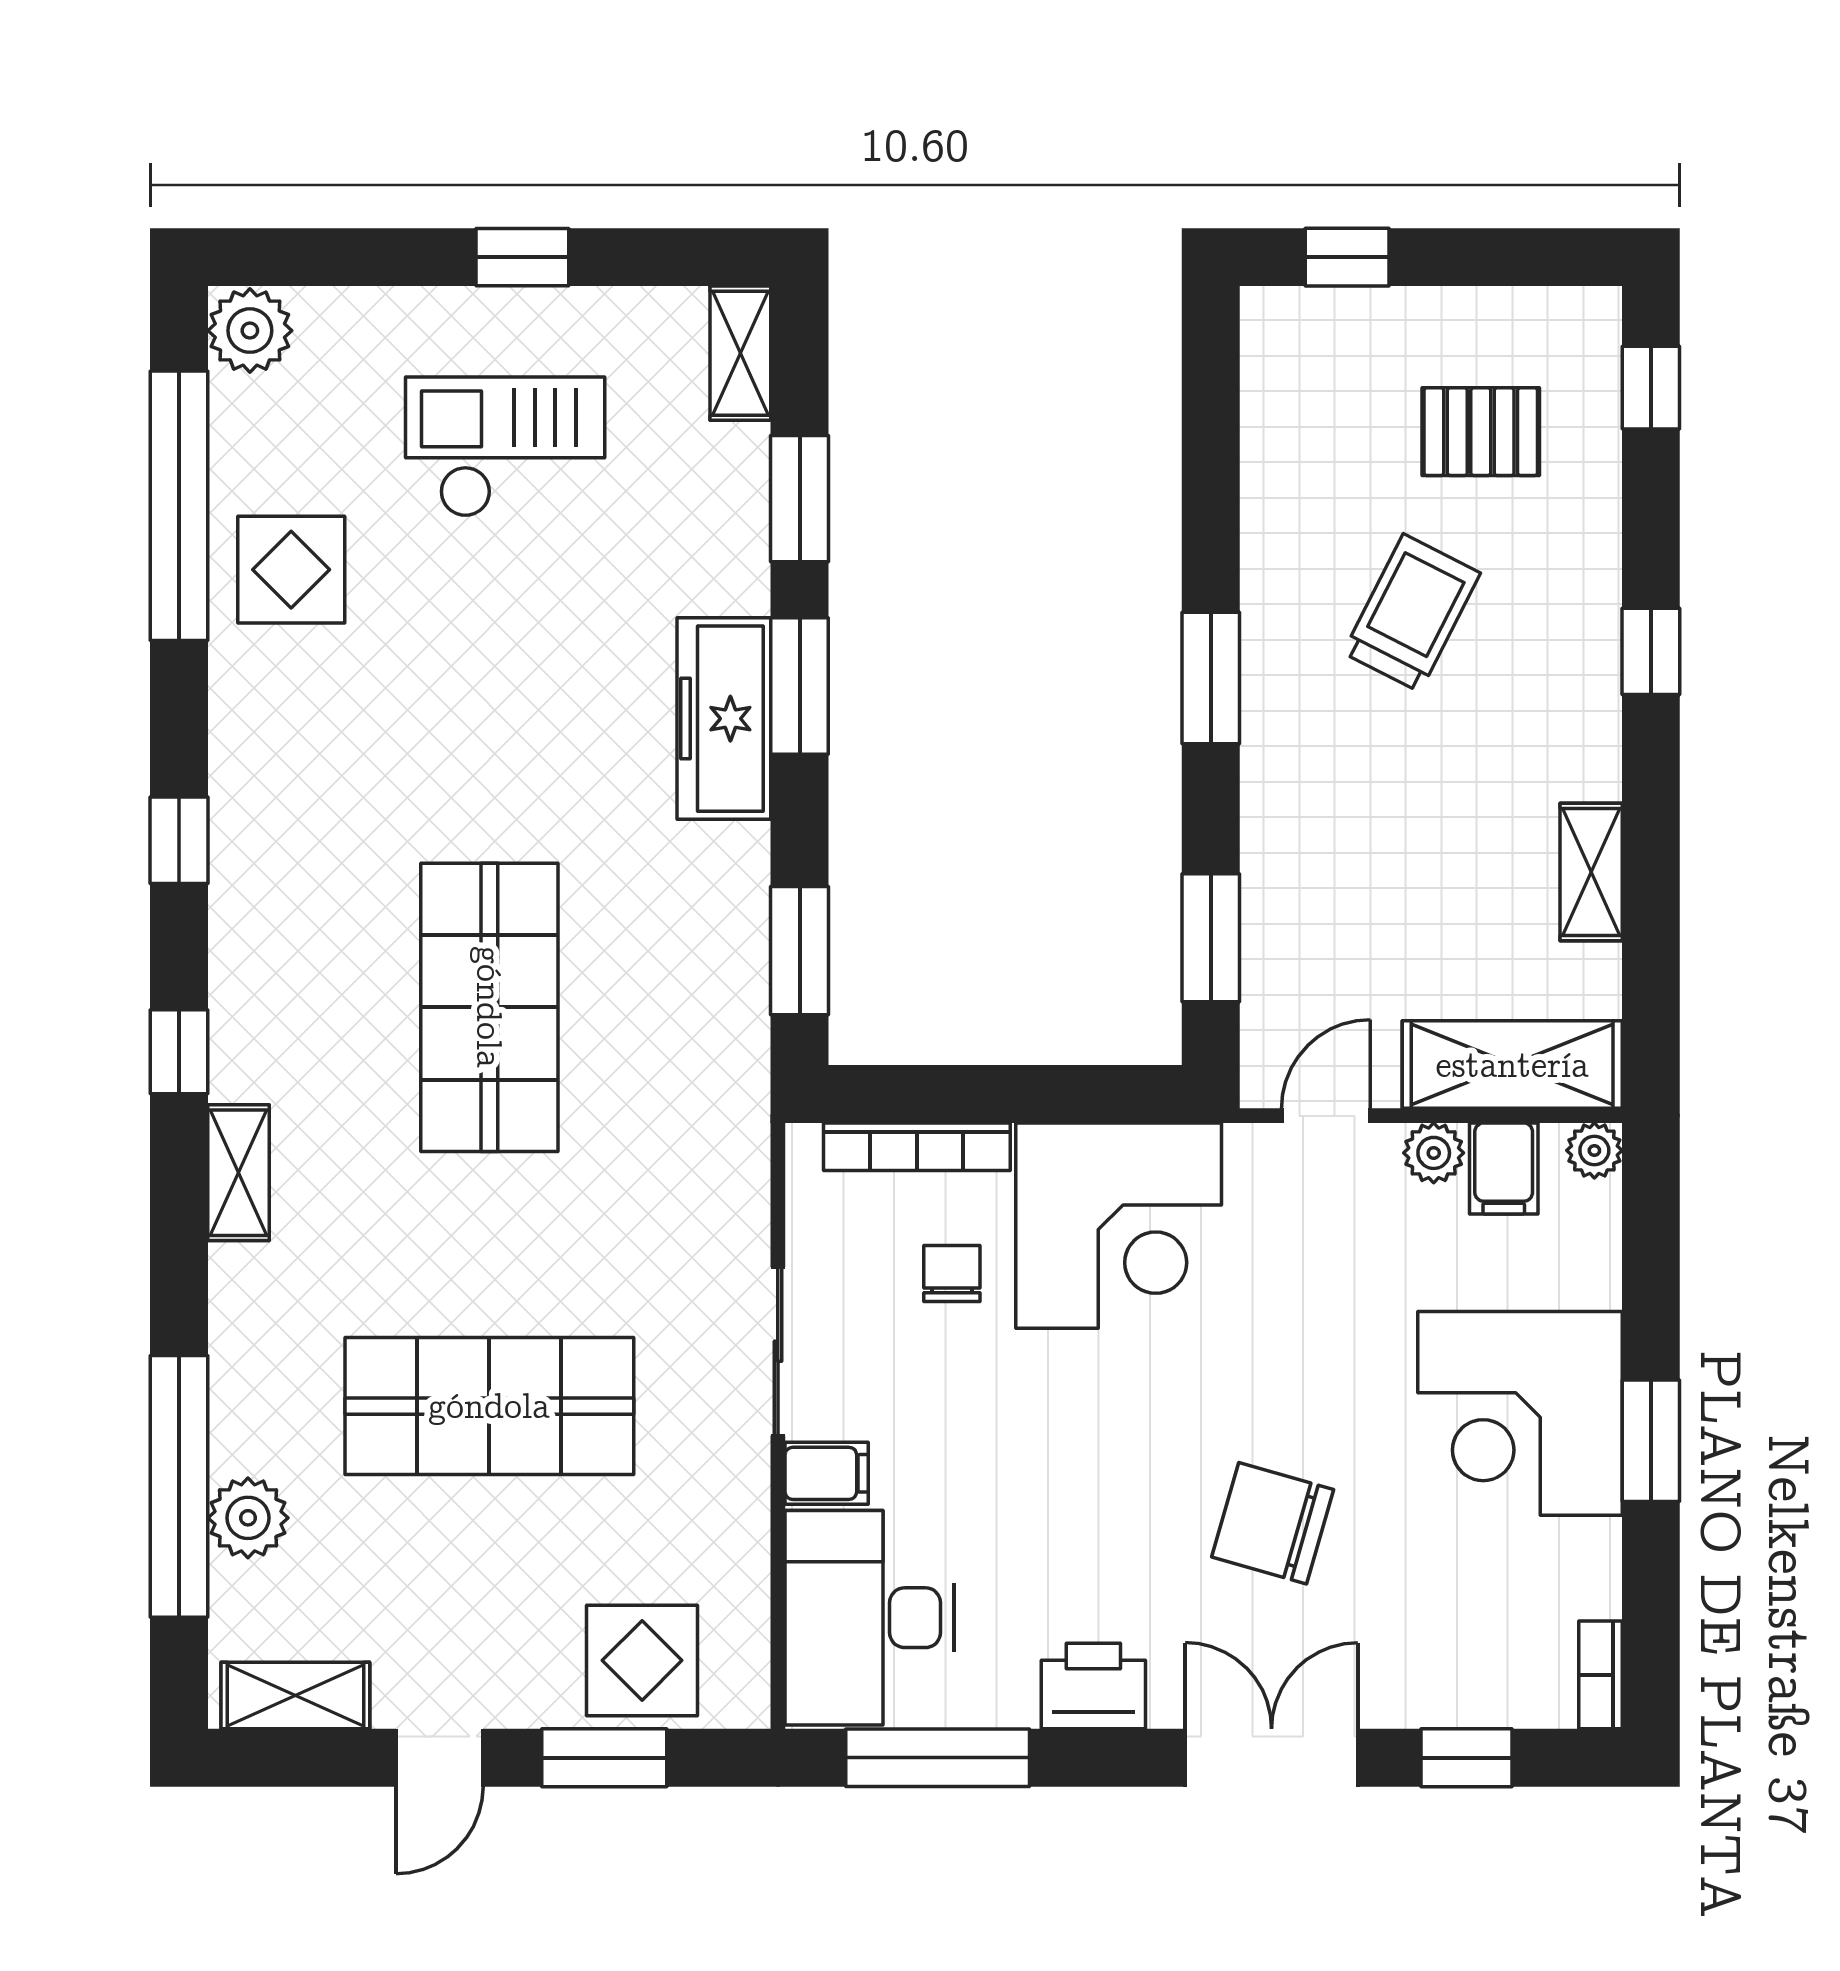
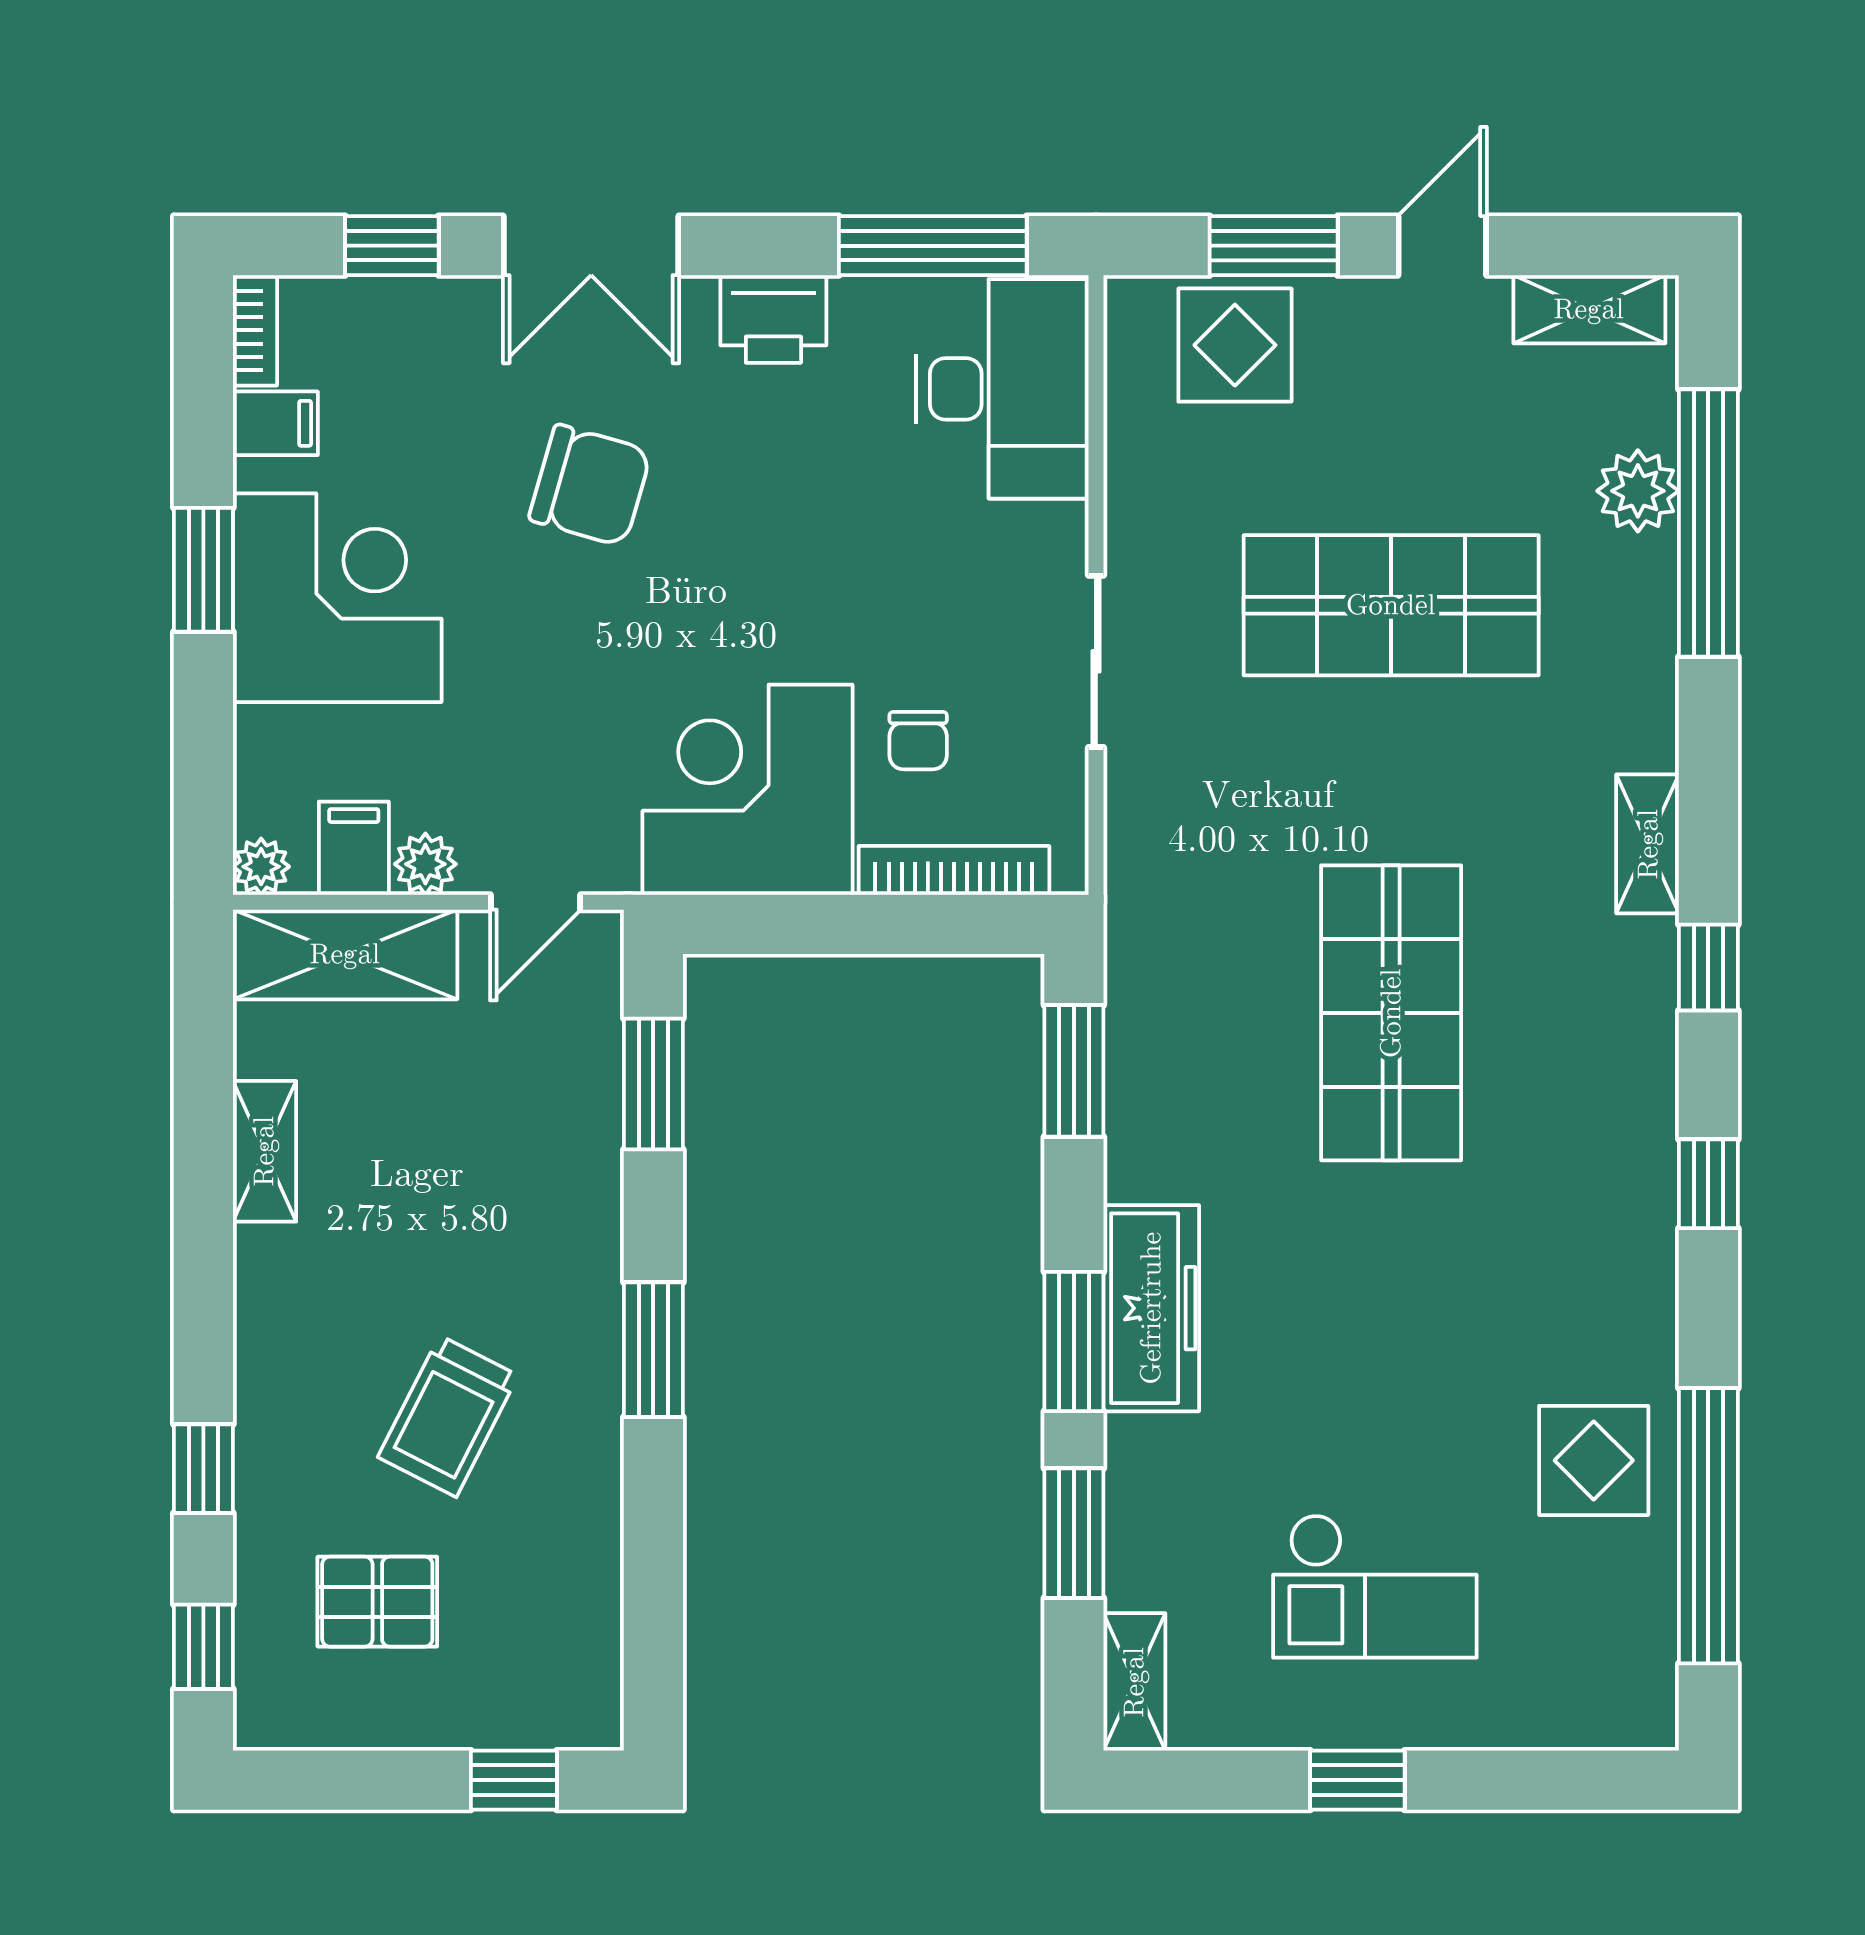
plant: (250, 331) -> (1636, 1705), removed
window: (1651, 651) -> (203, 1469), moved
filing cabinet: (827, 1473) -> (275, 423), moved, turned 180

